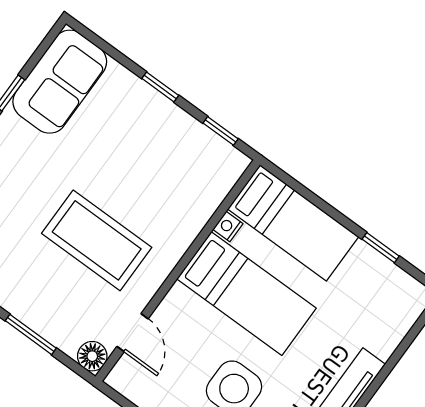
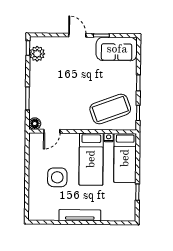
coffee table: (97, 240) -> (110, 109), moved, turned 70

